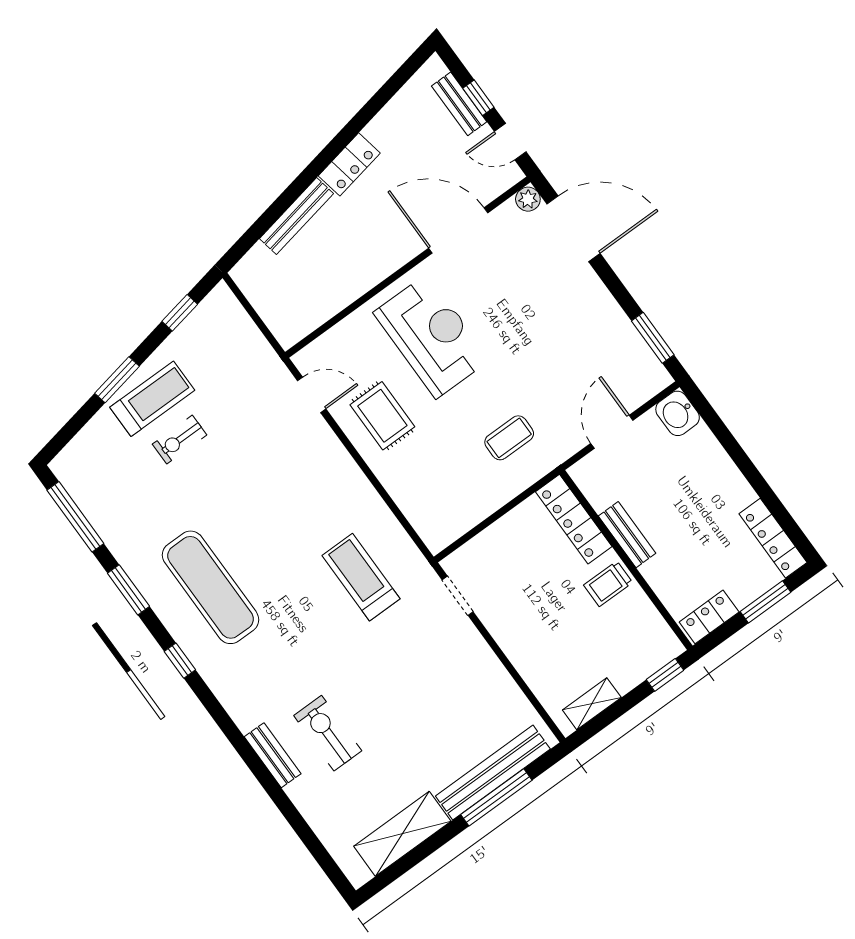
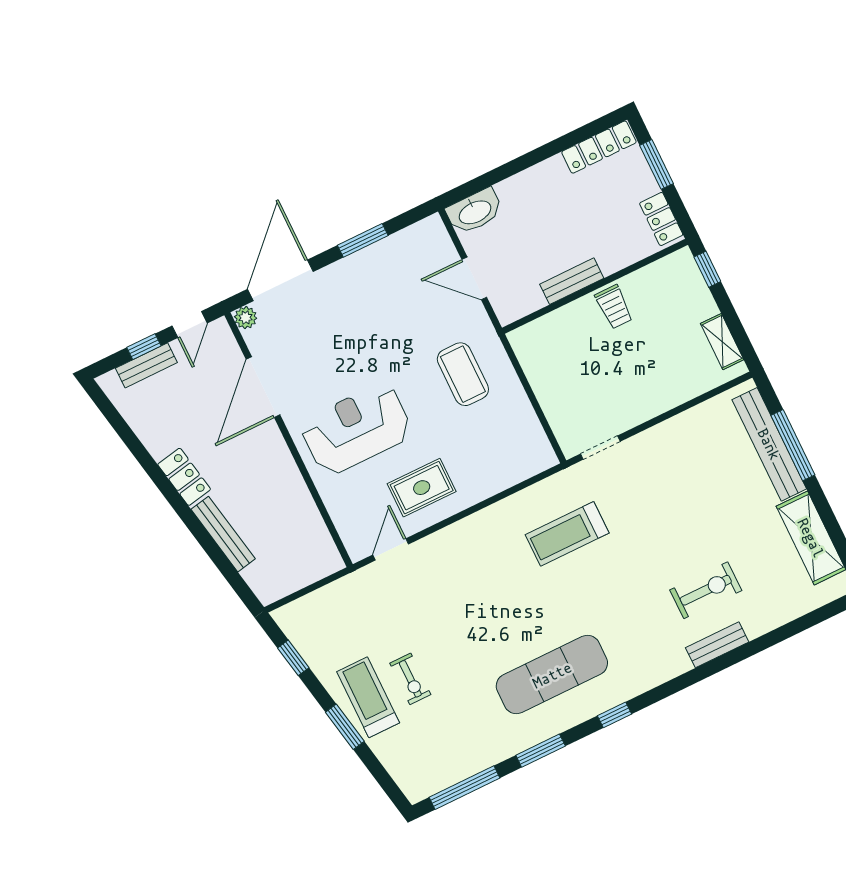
window: (653, 338) -> (363, 240), moved
washbasin: (678, 413) -> (475, 211), width x1.38
coffee table: (509, 438) -> (463, 374), width x1.36, depth x1.30
locker: (574, 519) -> (549, 328), removed
exercise bike: (328, 733) -> (706, 590), turned 180

